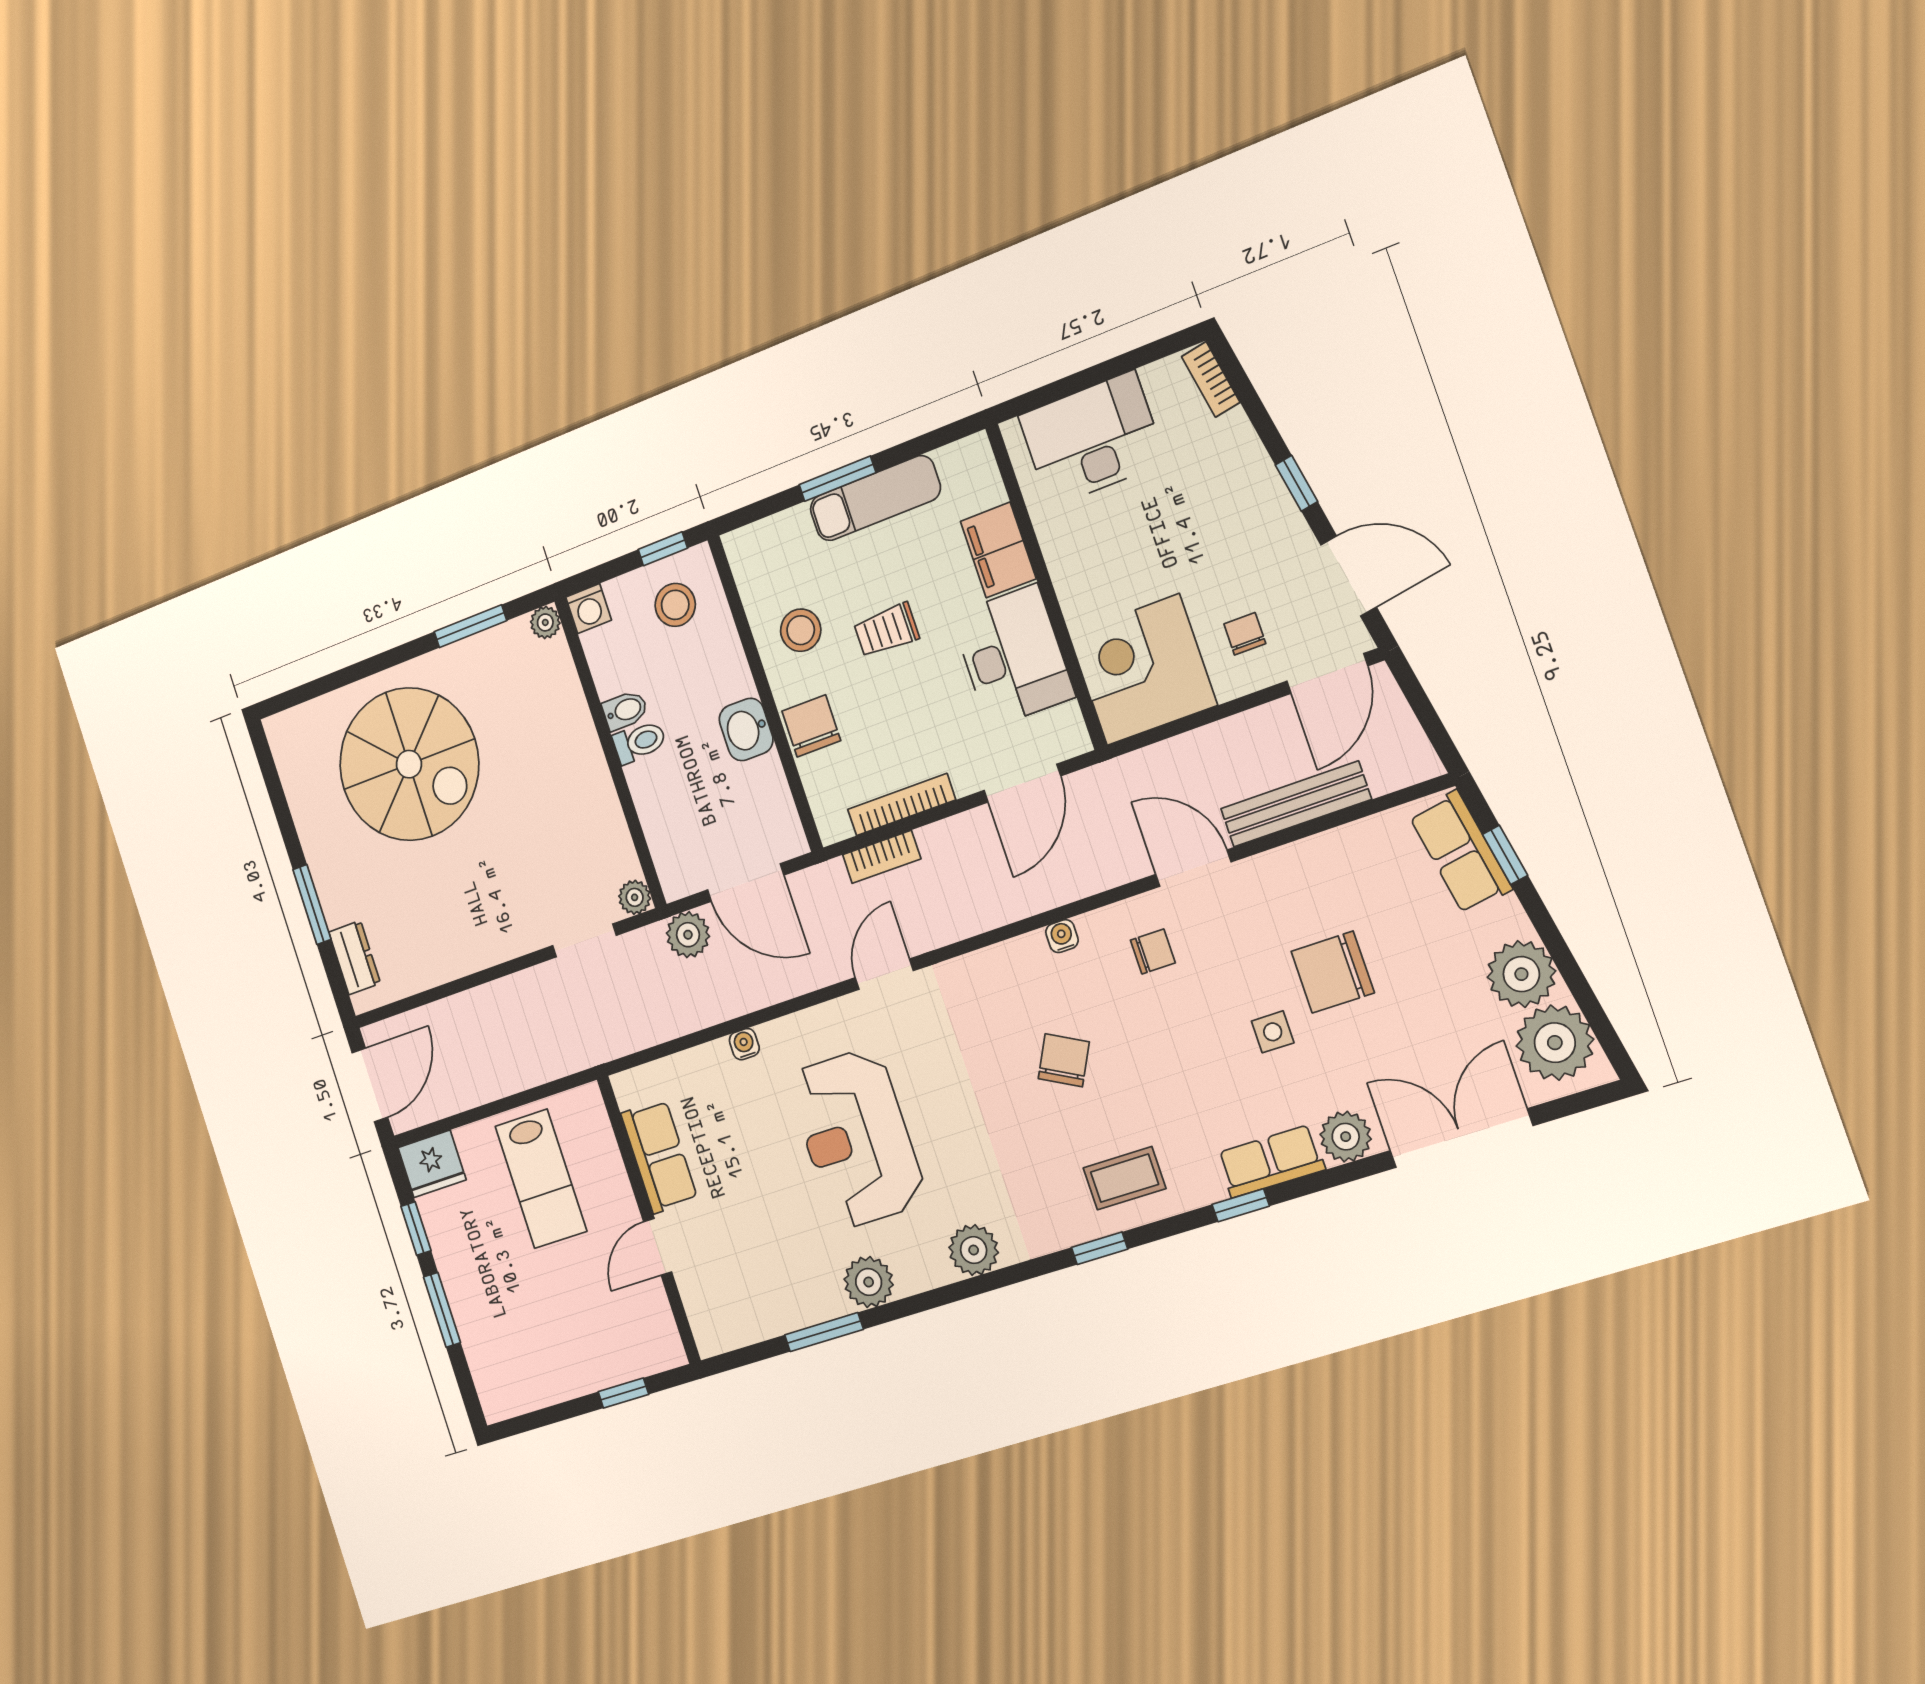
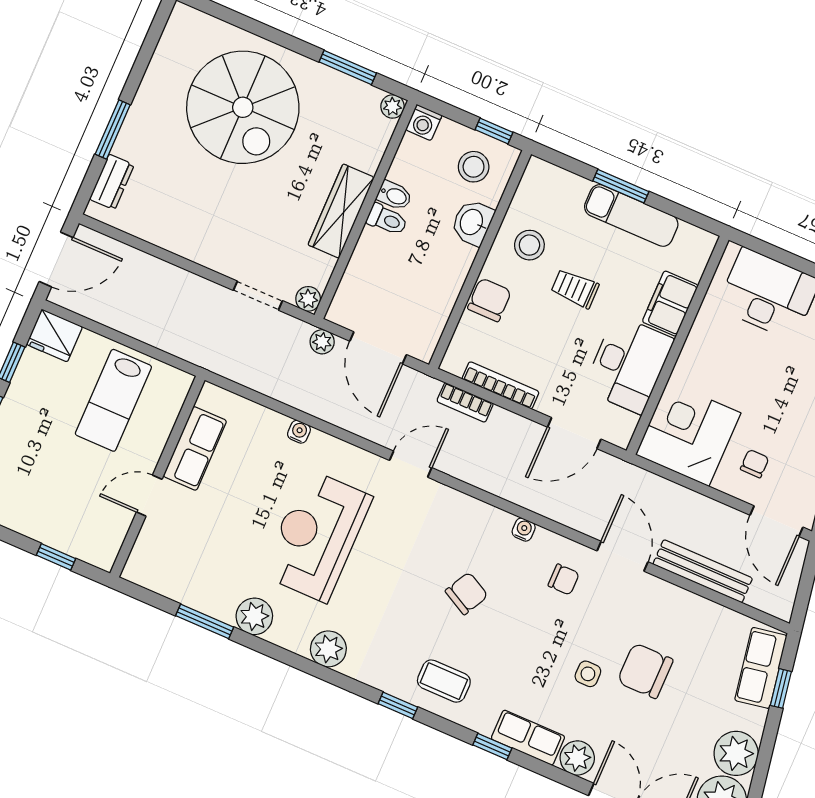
door: (1327, 674) -> (777, 521), hinge flipped
washbasin: (746, 729) -> (472, 222), moved
wardrobe: (589, 777) -> (341, 211), added
plant: (688, 935) -> (322, 342), width x0.73, depth x0.73

